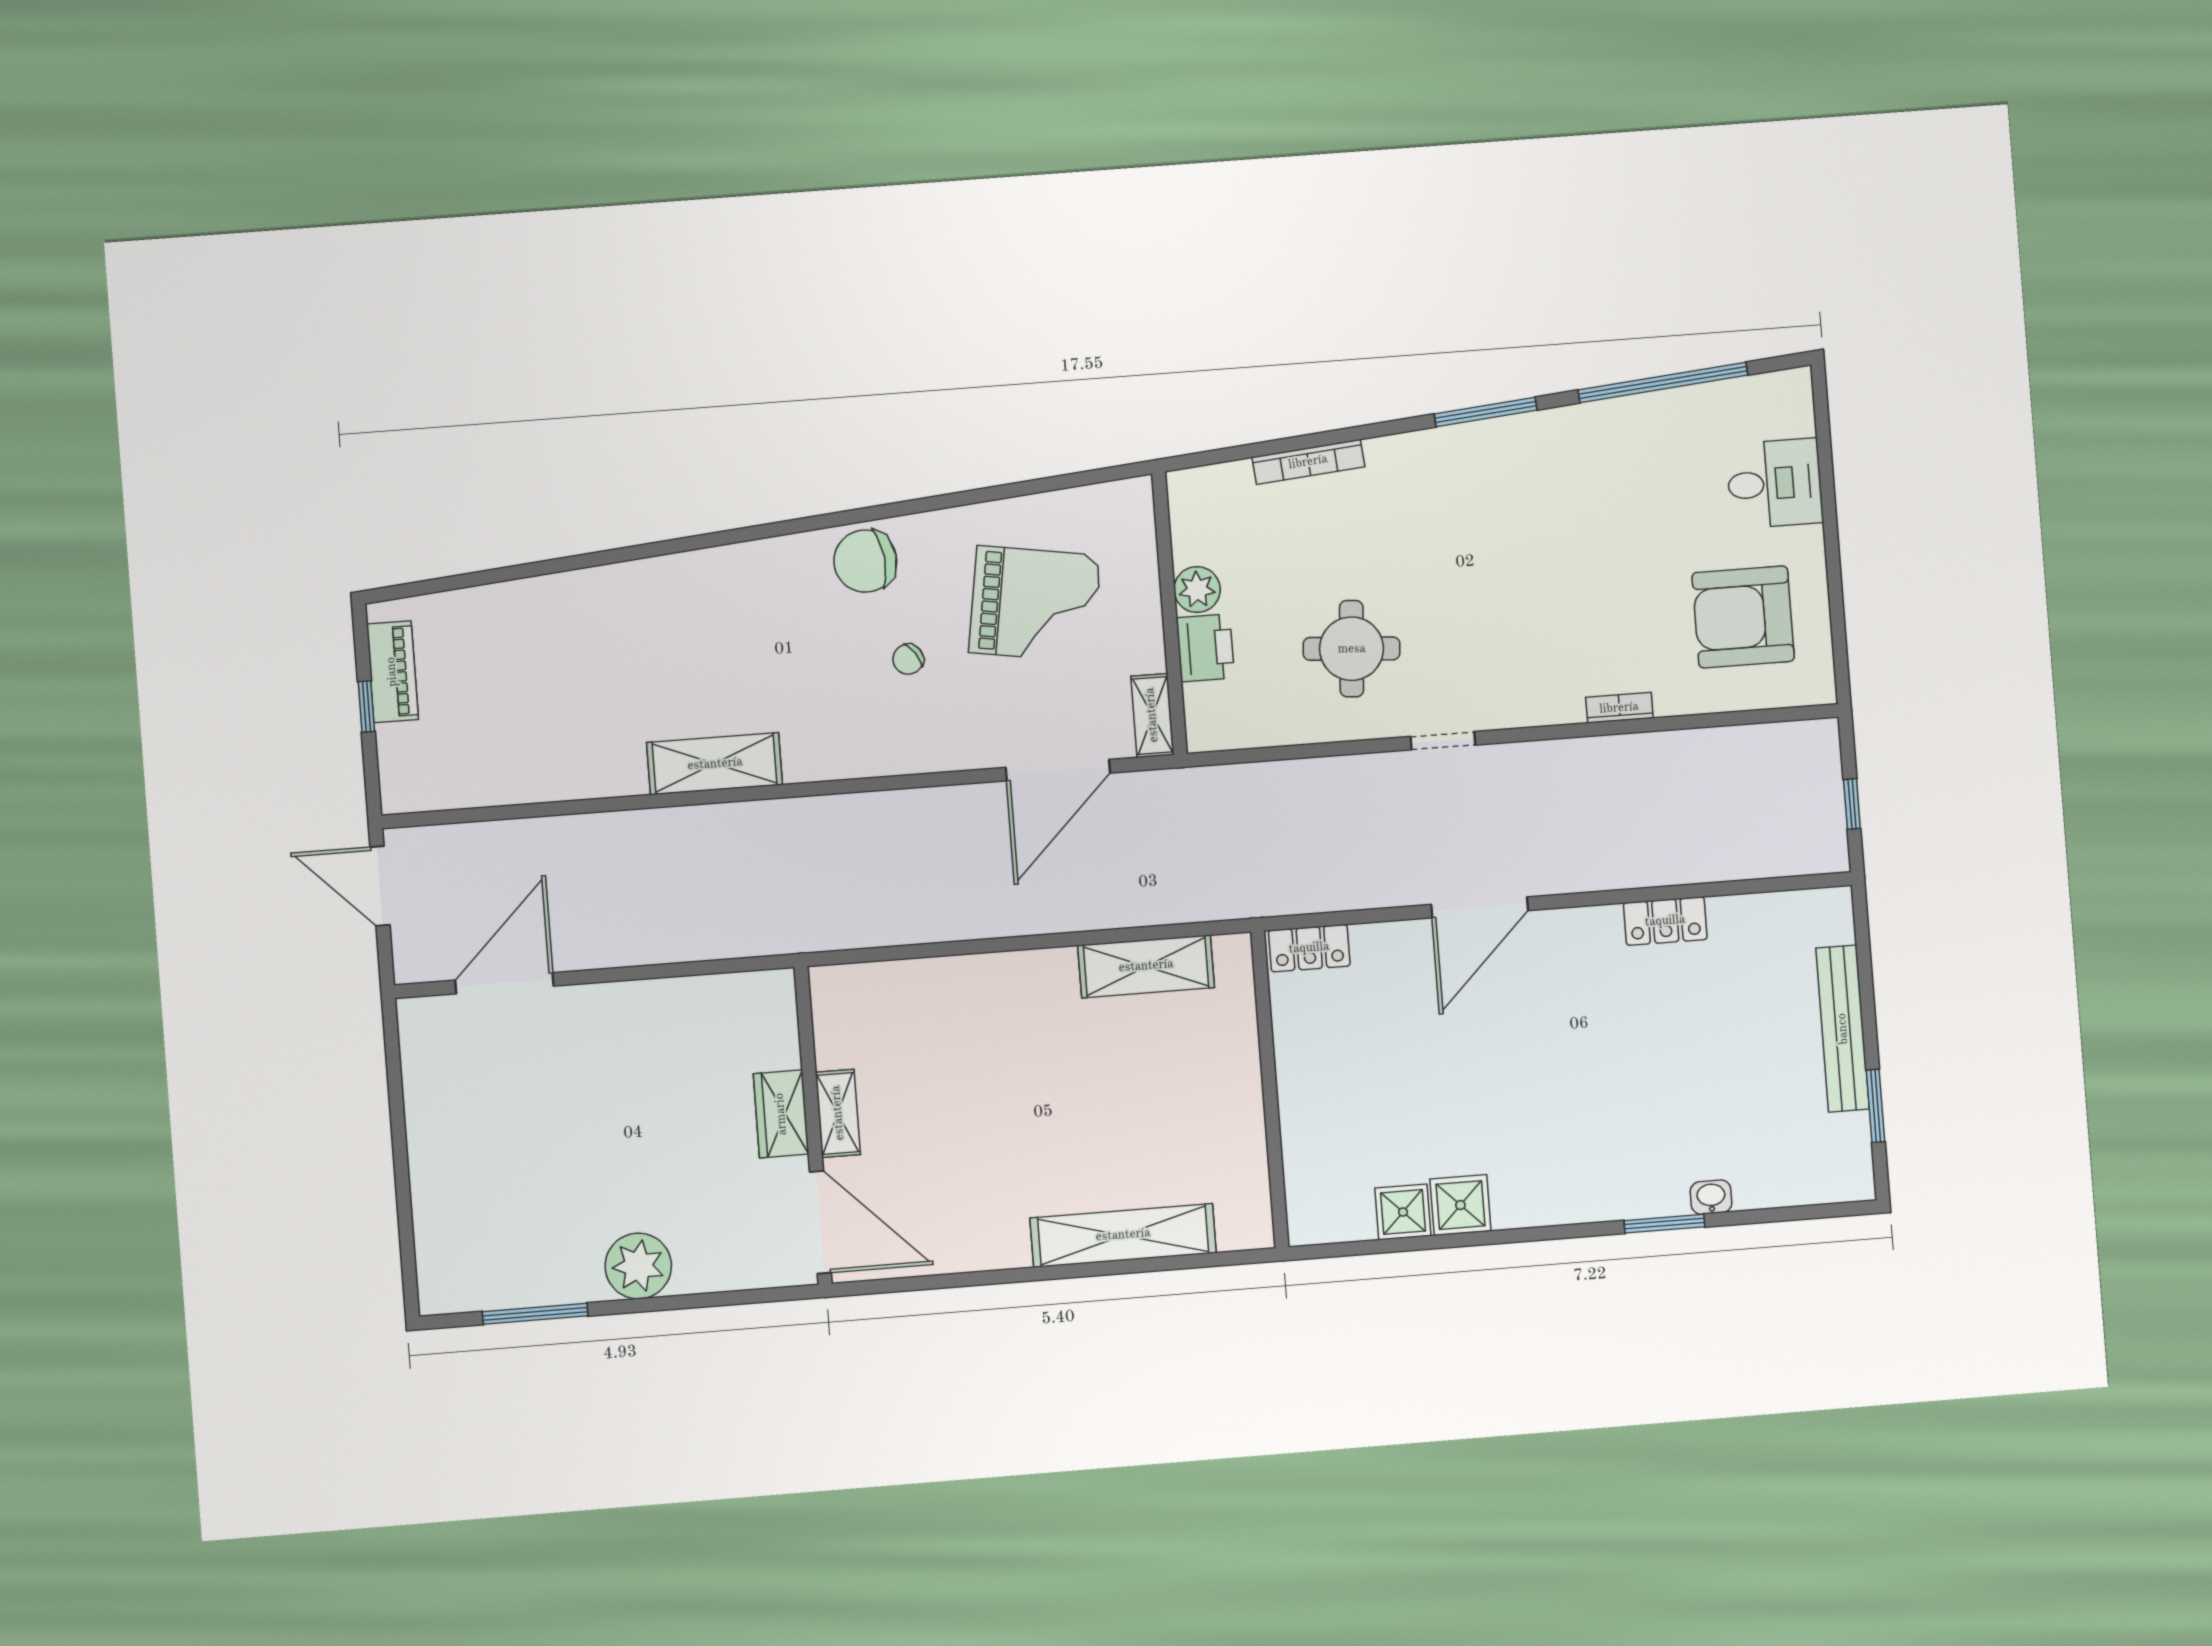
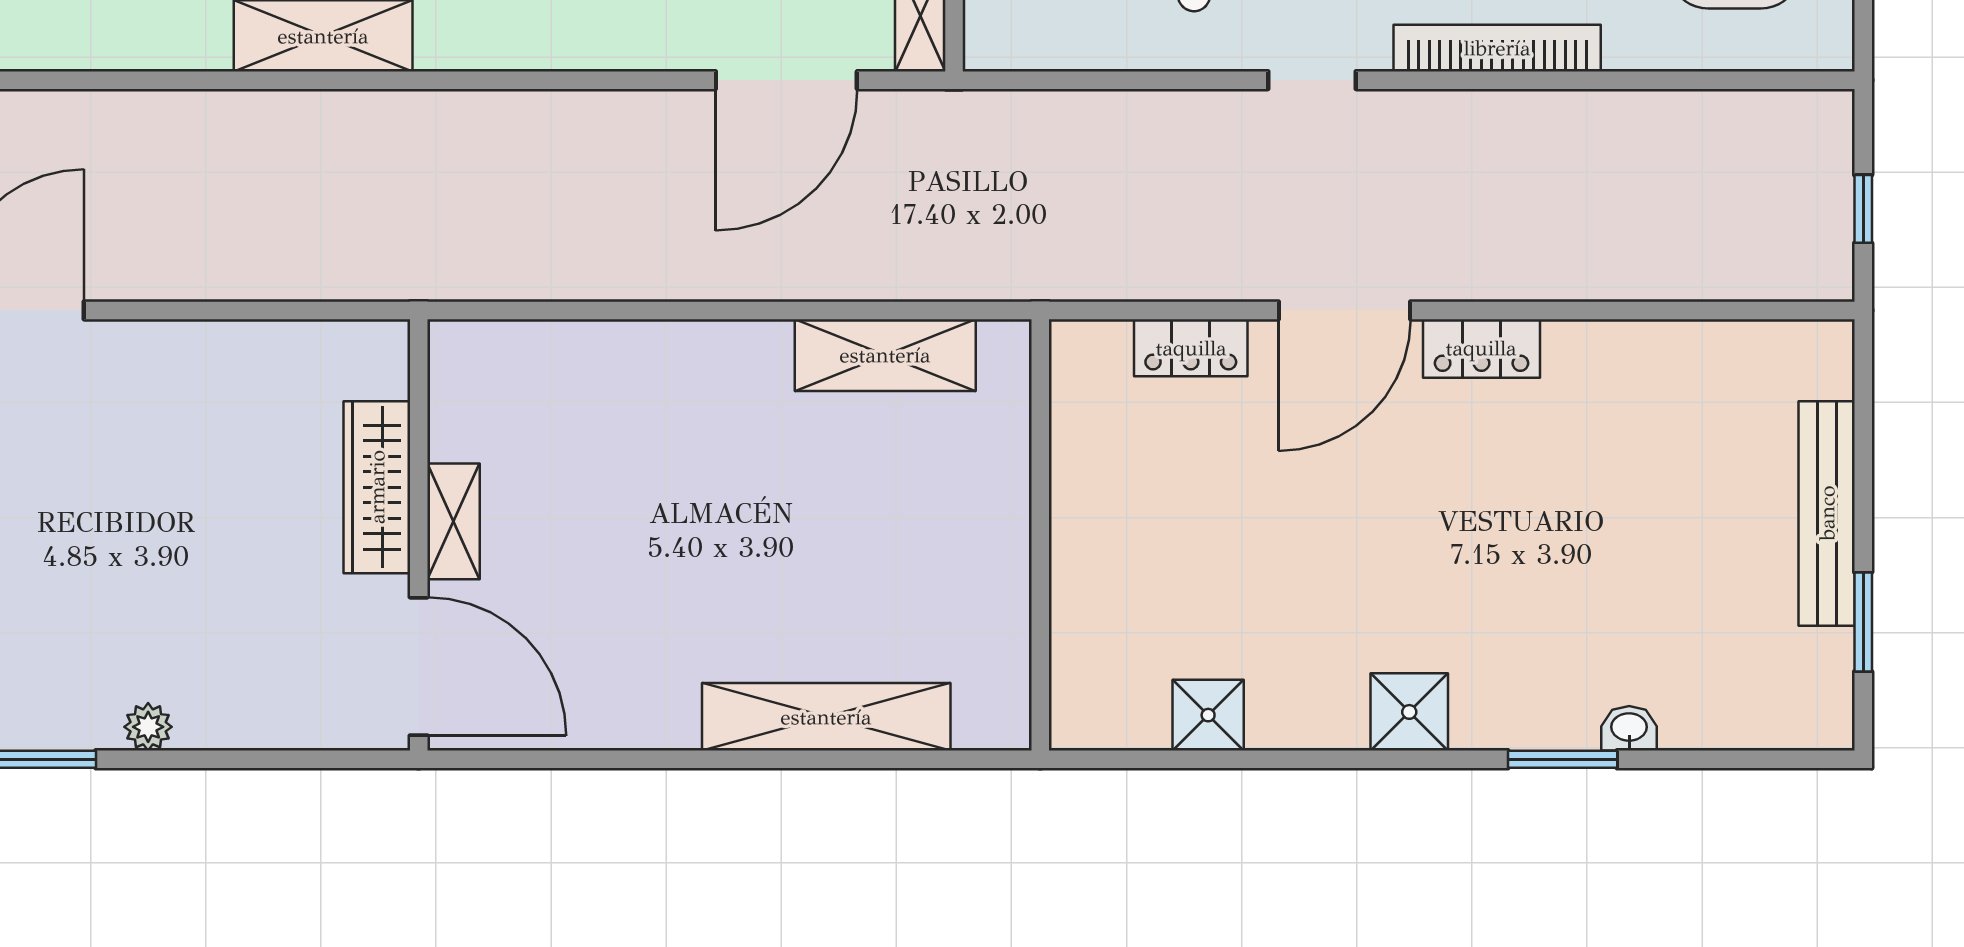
bookcase: (1619, 708) -> (1497, 48), width x2.31, depth x1.31
locker: (1665, 921) -> (1481, 348), moved
locker: (1309, 948) -> (1191, 348), moved
wardrobe: (781, 1114) -> (377, 487), width x1.50
shower: (1460, 1205) -> (1409, 712), moved
plant: (638, 1266) -> (148, 727), width x0.53, depth x0.53

